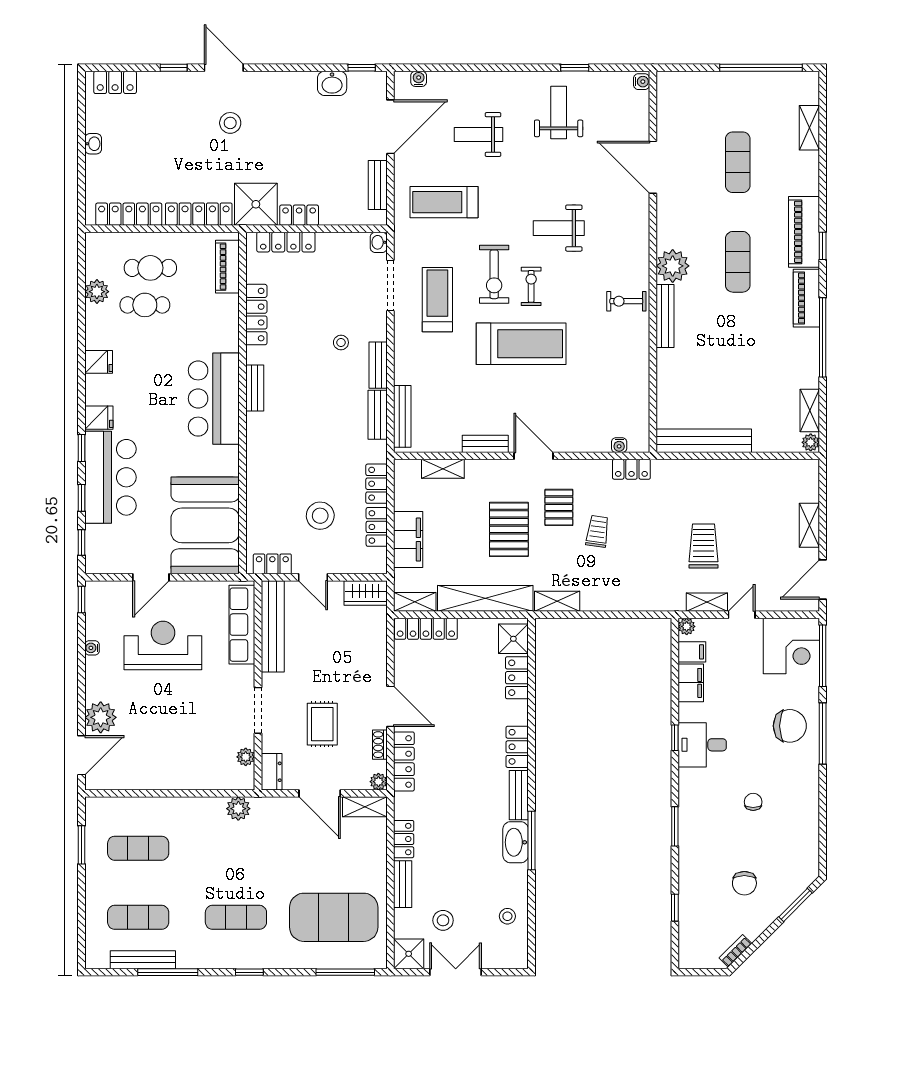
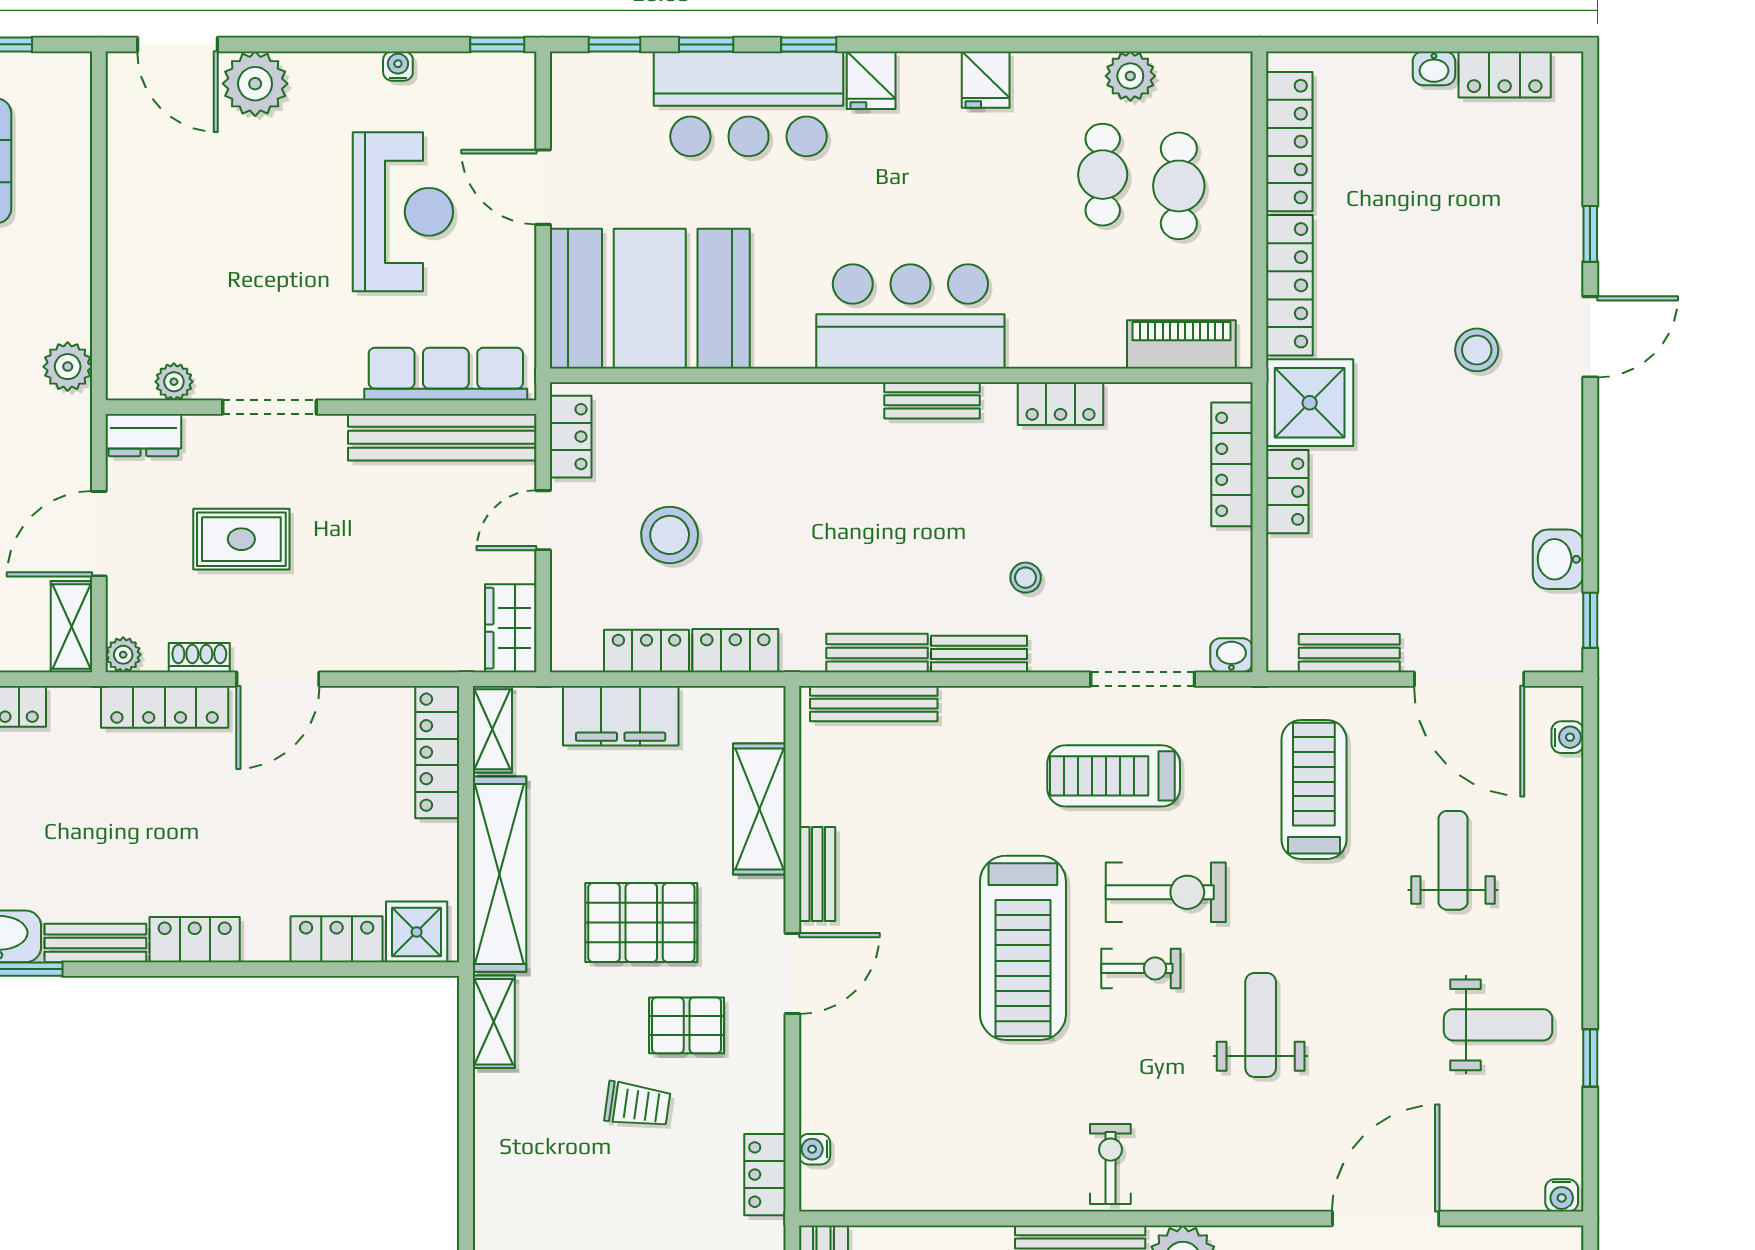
locker: (115, 82) -> (1505, 74), moved, turned -90
exercise bike: (494, 274) -> (1166, 892), turned 180
treadmill: (437, 300) -> (1114, 776), turned 180
locker: (256, 315) -> (1061, 404), width x0.66
shelving: (443, 469) -> (759, 809), width x1.50, depth x1.33

